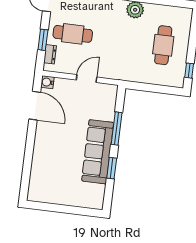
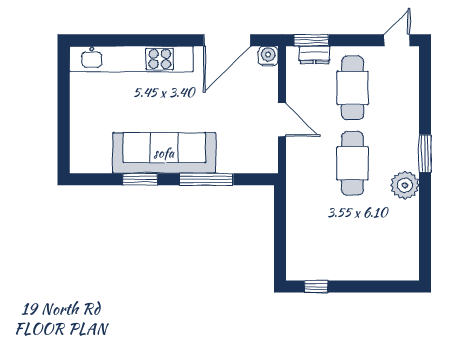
window: (43, 40) -> (311, 40), moved
cafe table: (163, 45) -> (353, 163), moved, turned 90
kitchen unit: (39, 164) -> (131, 59), added

